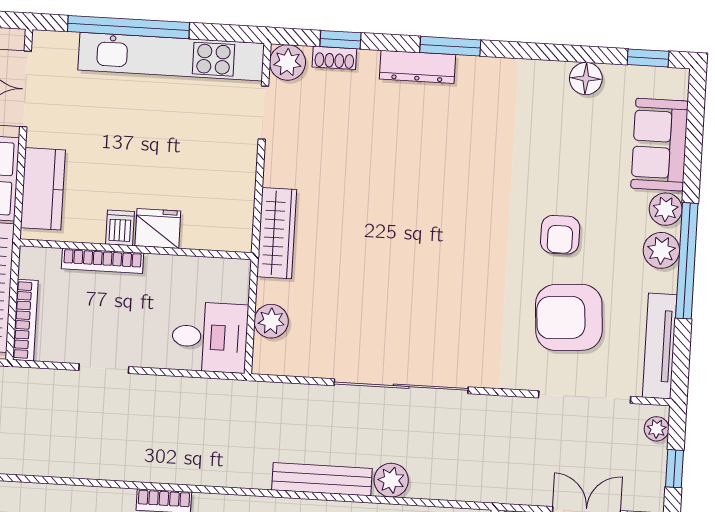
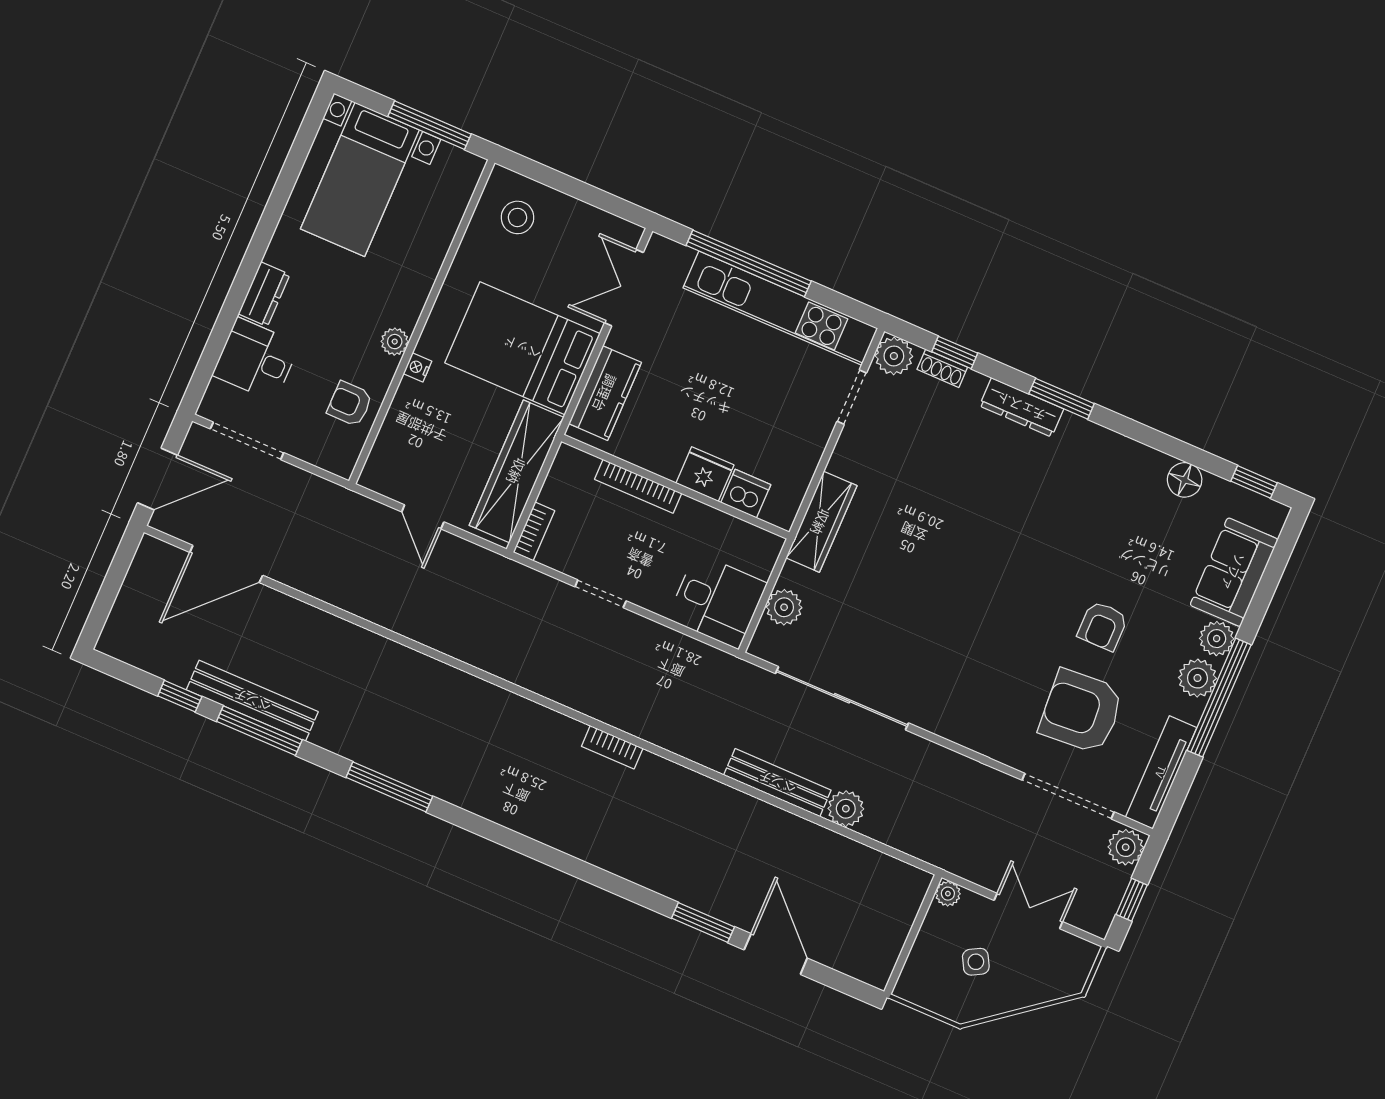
dishwasher: (120, 228) -> (746, 494), moved, width x1.38
bookcase: (25, 320) -> (534, 531), width x0.64
sliding door: (401, 386) -> (842, 698), moved
plant: (657, 429) -> (1126, 847), width x1.38, depth x1.38

